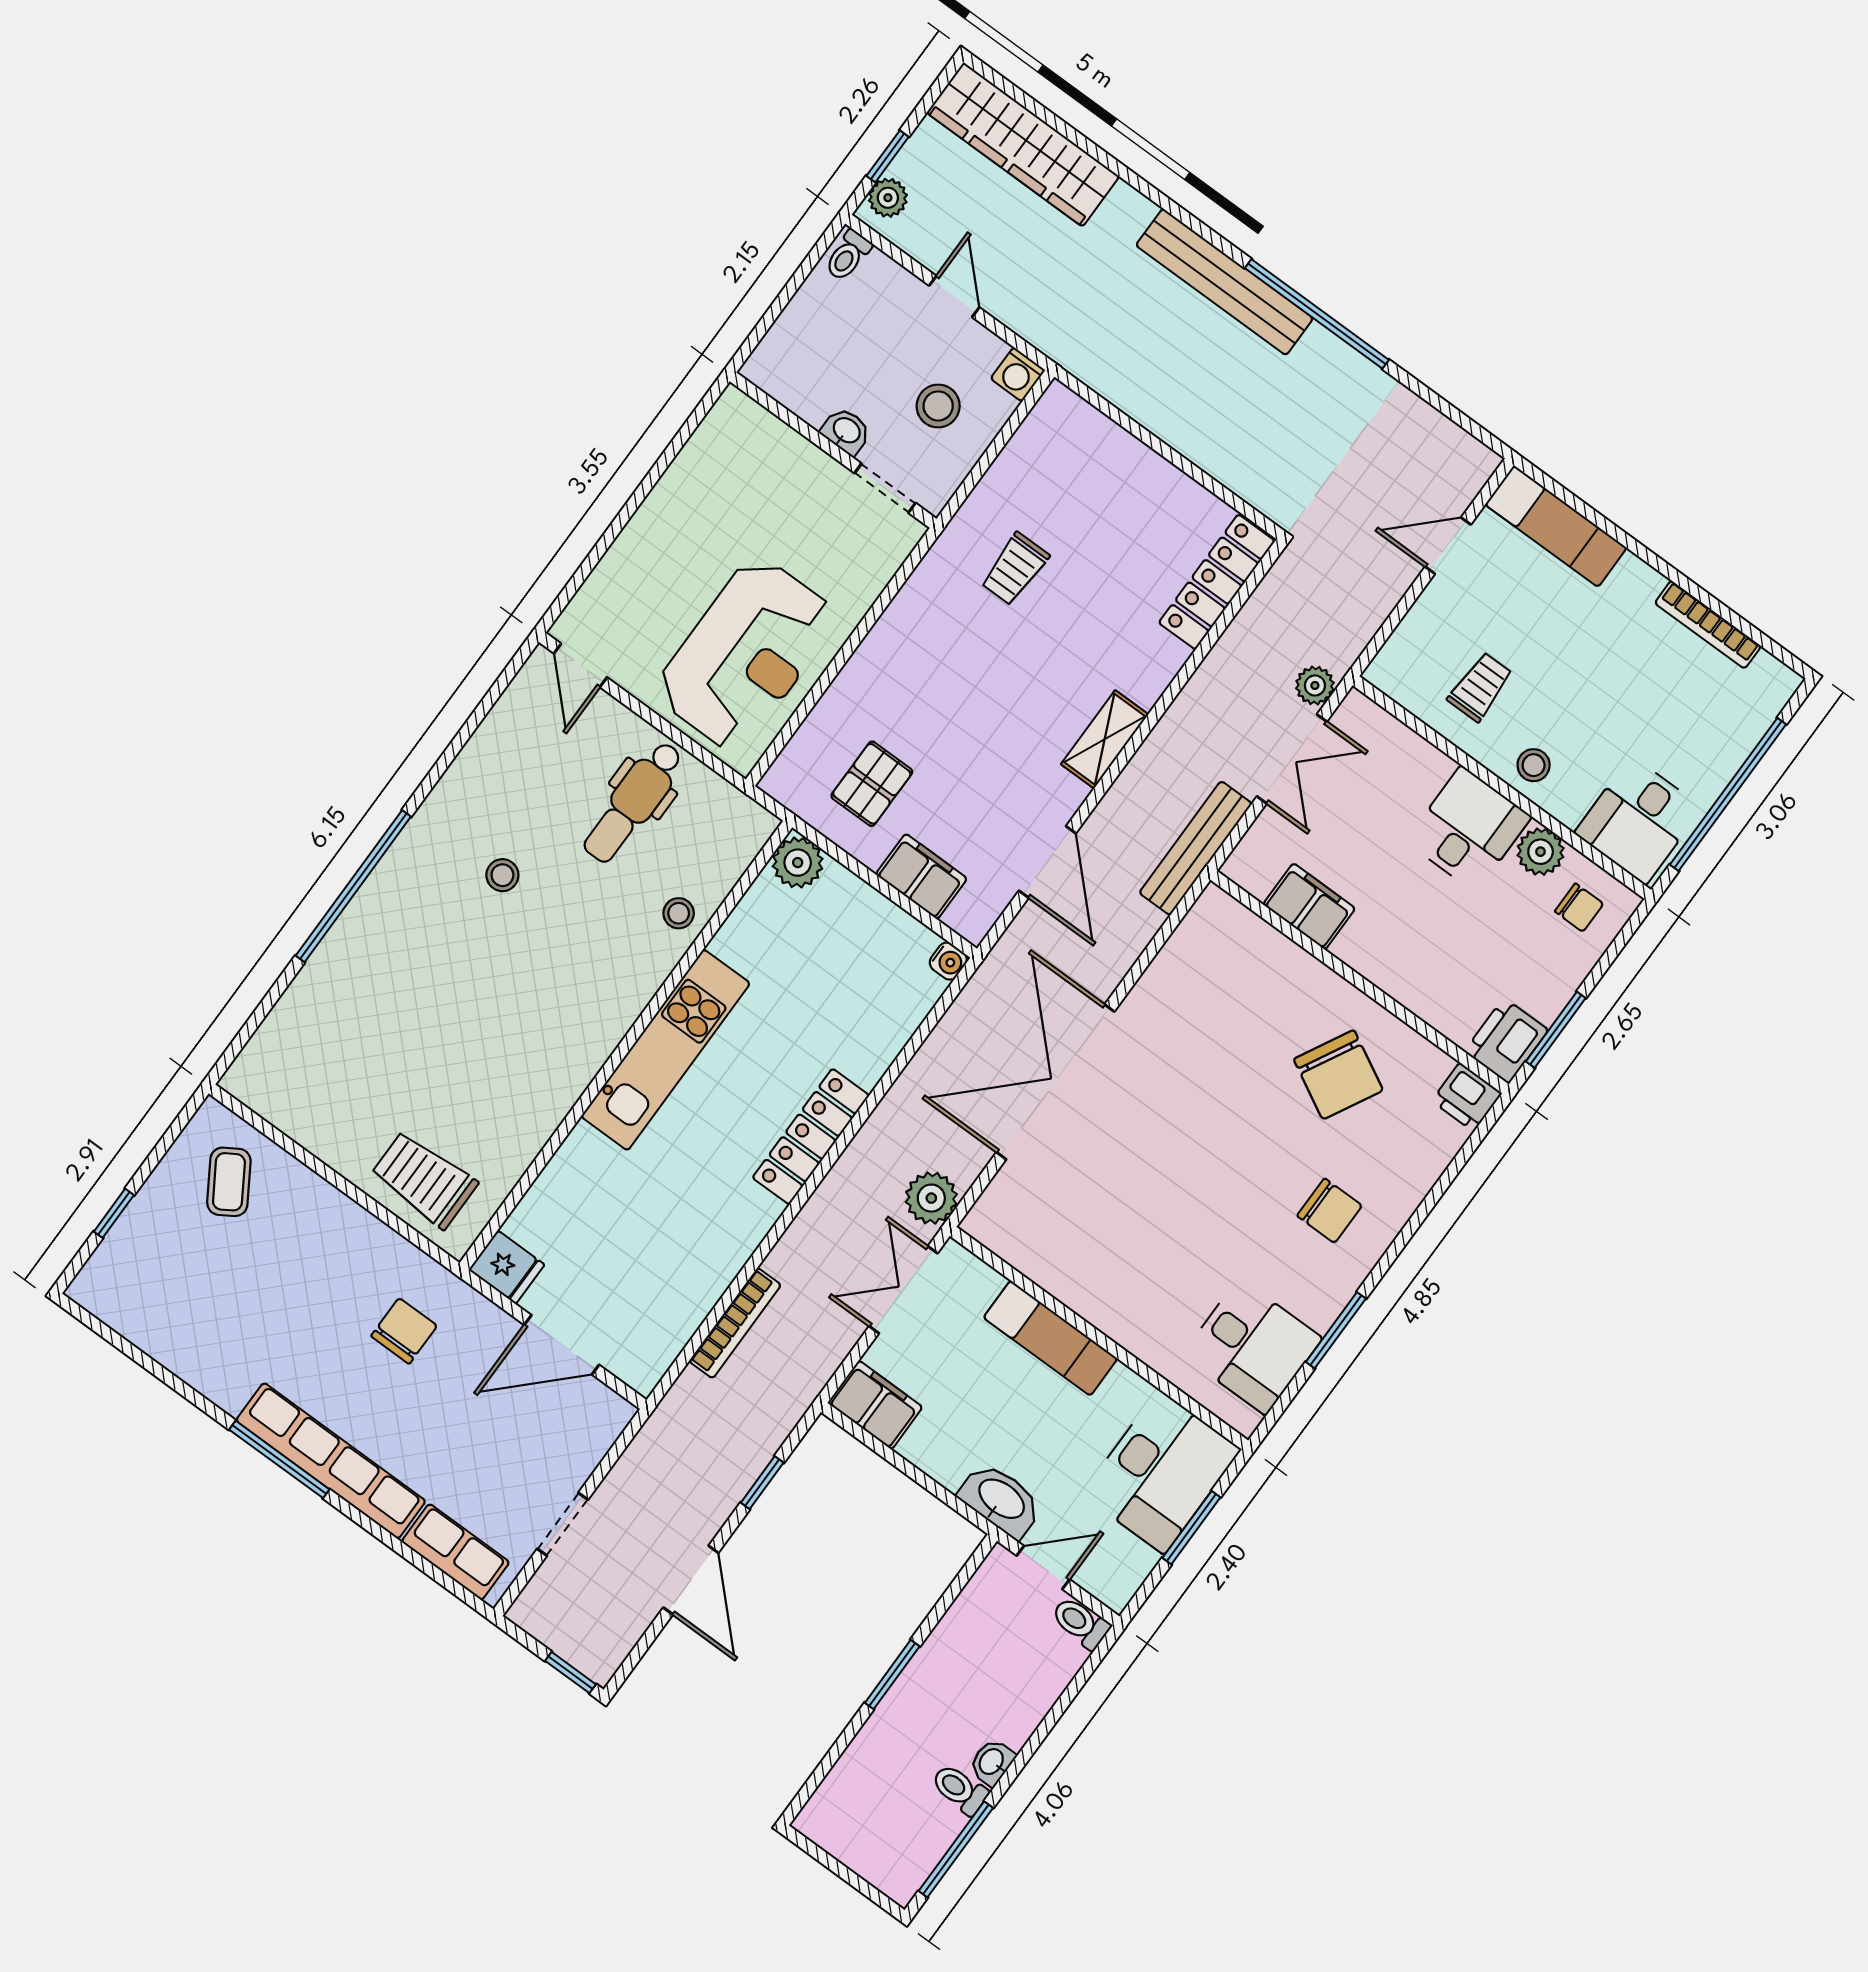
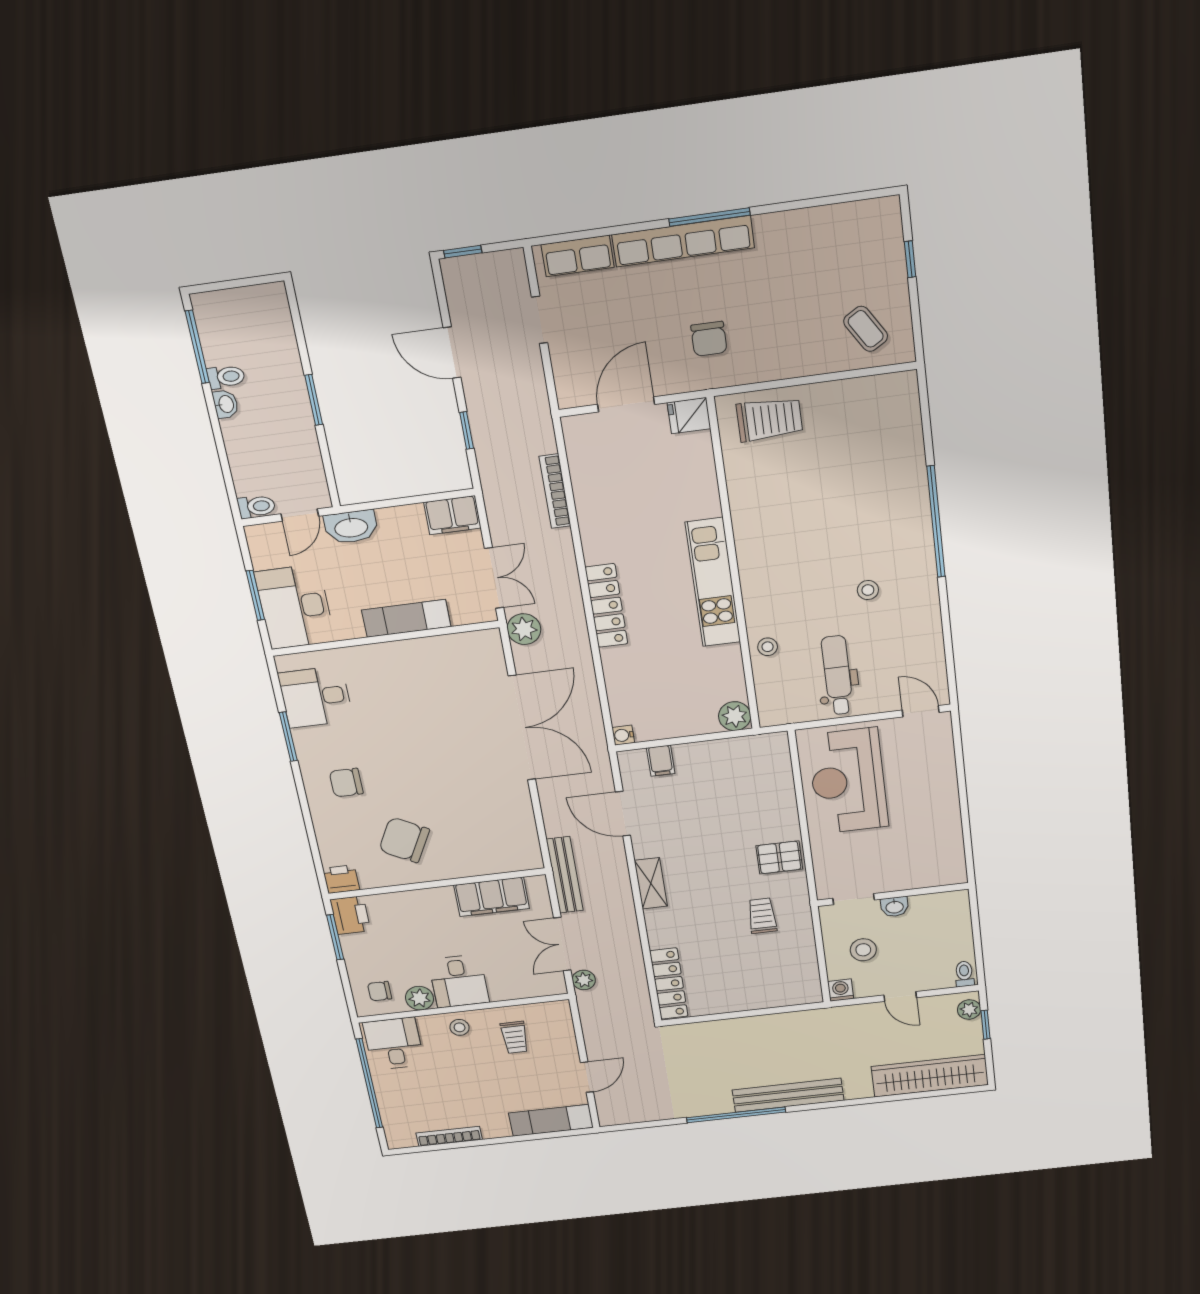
pallet: (872, 784) -> (779, 857), moved, turned 90
filing cabinet: (921, 876) -> (661, 761), width x0.50
filing cabinet: (1309, 906) -> (492, 897), width x1.50, depth x1.17

